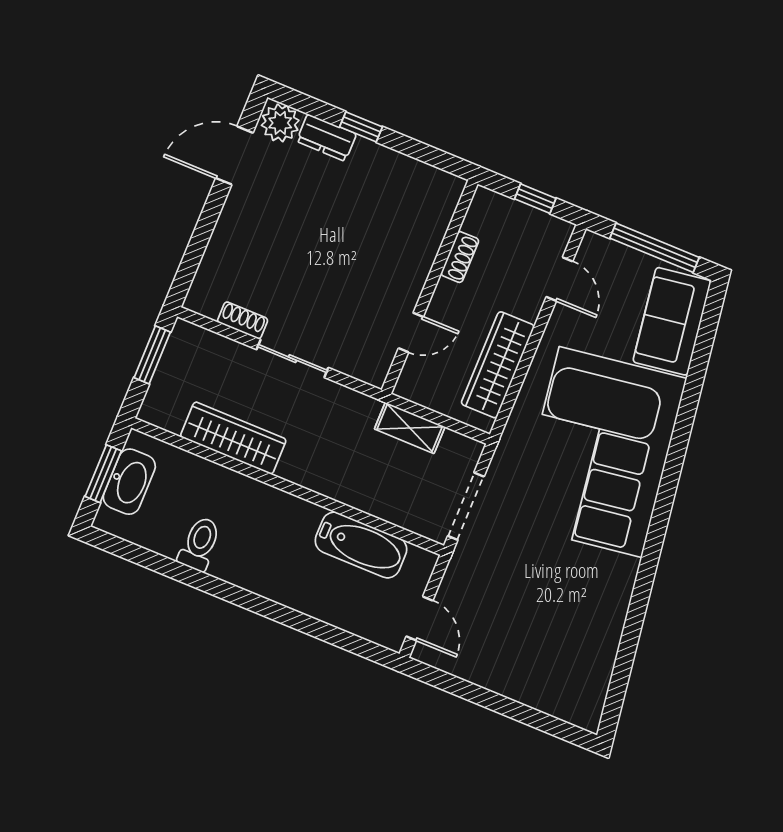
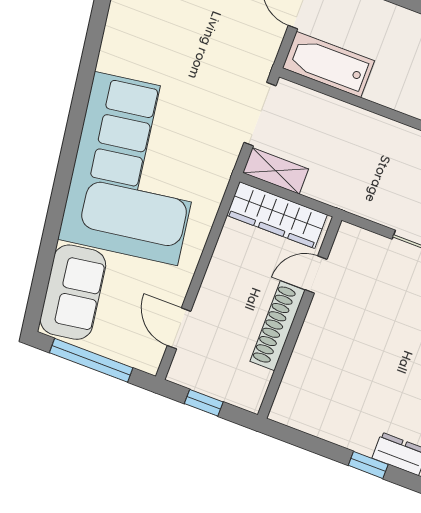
shoe rack: (460, 257) -> (277, 326), width x1.94, depth x1.24
wardrobe: (498, 365) -> (277, 215), moved, turned 90
shelving: (410, 428) -> (276, 171), moved
bathtub: (361, 545) -> (328, 64), moved

